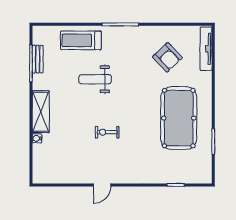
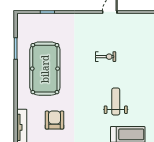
armchair: (167, 57) -> (54, 120), turned 43
weight bench: (95, 79) -> (116, 102), turned -90

